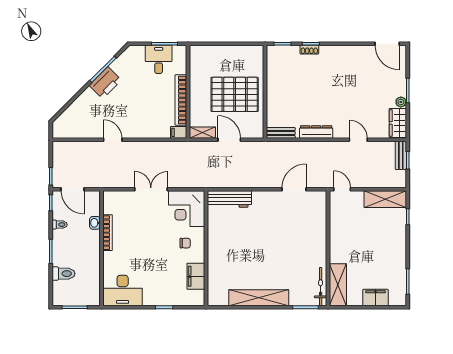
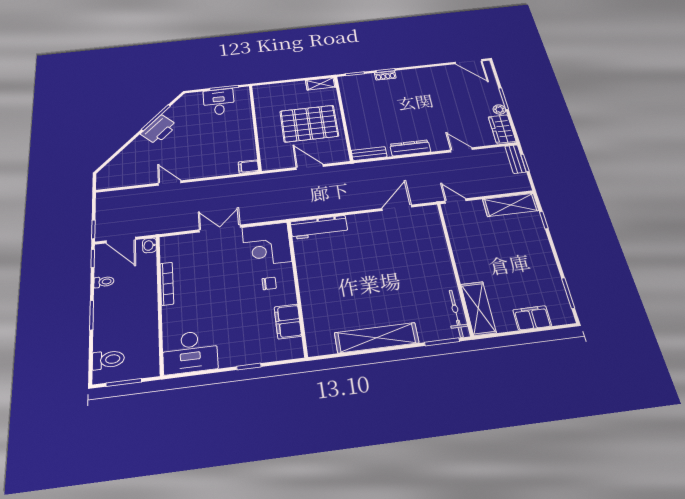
bookcase: (181, 100) -> (248, 136), removed
shelving: (202, 133) -> (321, 84), moved
washbasin: (95, 223) -> (149, 245), moved
toilet: (64, 274) -> (108, 360), moved

